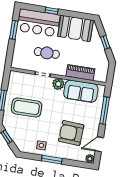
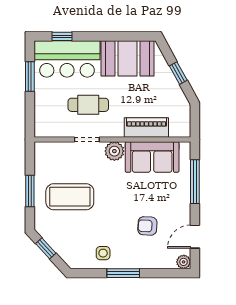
window: (52, 11) -> (62, 36), moved
armchair: (71, 133) -> (147, 226), width x0.53, depth x0.53

